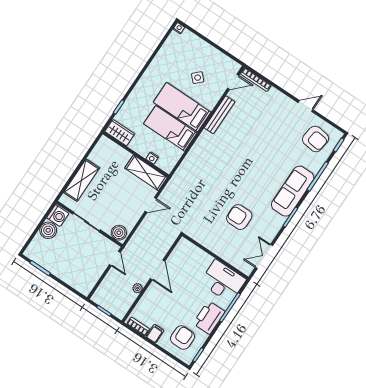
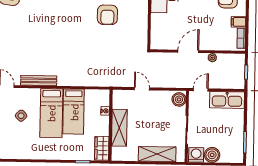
shelving: (146, 173) -> (119, 128), moved
kitchen sink: (90, 277) -> (227, 100), added

